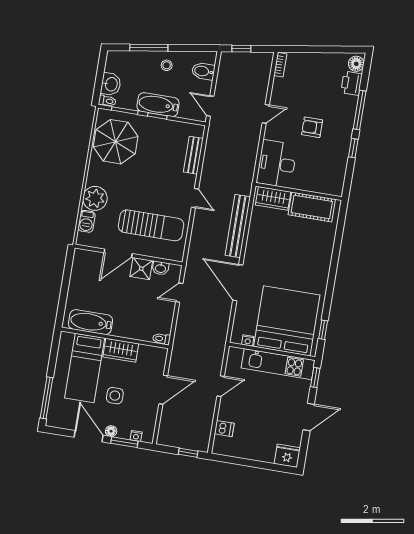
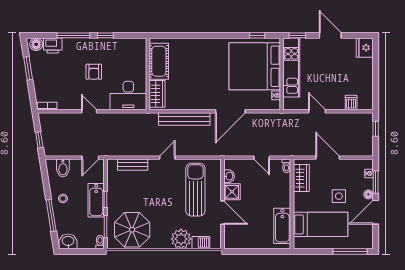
window: (329, 49) -> (28, 68), added
washbasin: (111, 84) -> (68, 241), moved
door: (179, 293) -> (262, 158), moved
wardrobe: (121, 350) -> (301, 178), moved

